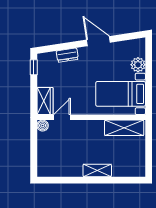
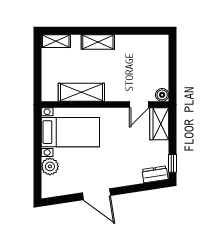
dresser: (67, 55) -> (155, 174), moved
shelving: (124, 128) -> (81, 92), moved
shelving: (133, 171) -> (56, 41), added

